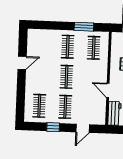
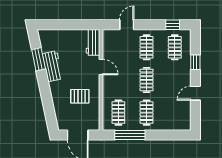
window: (84, 27) -> (130, 135), width x1.44
window: (21, 91) -> (195, 62), added
window: (53, 127) -> (173, 25), moved

